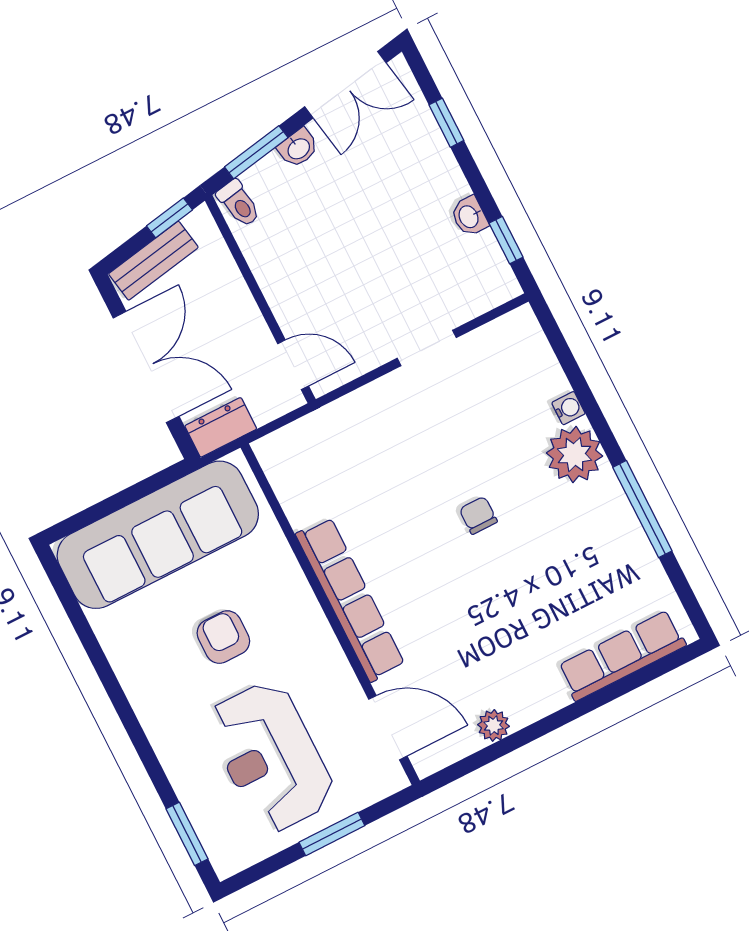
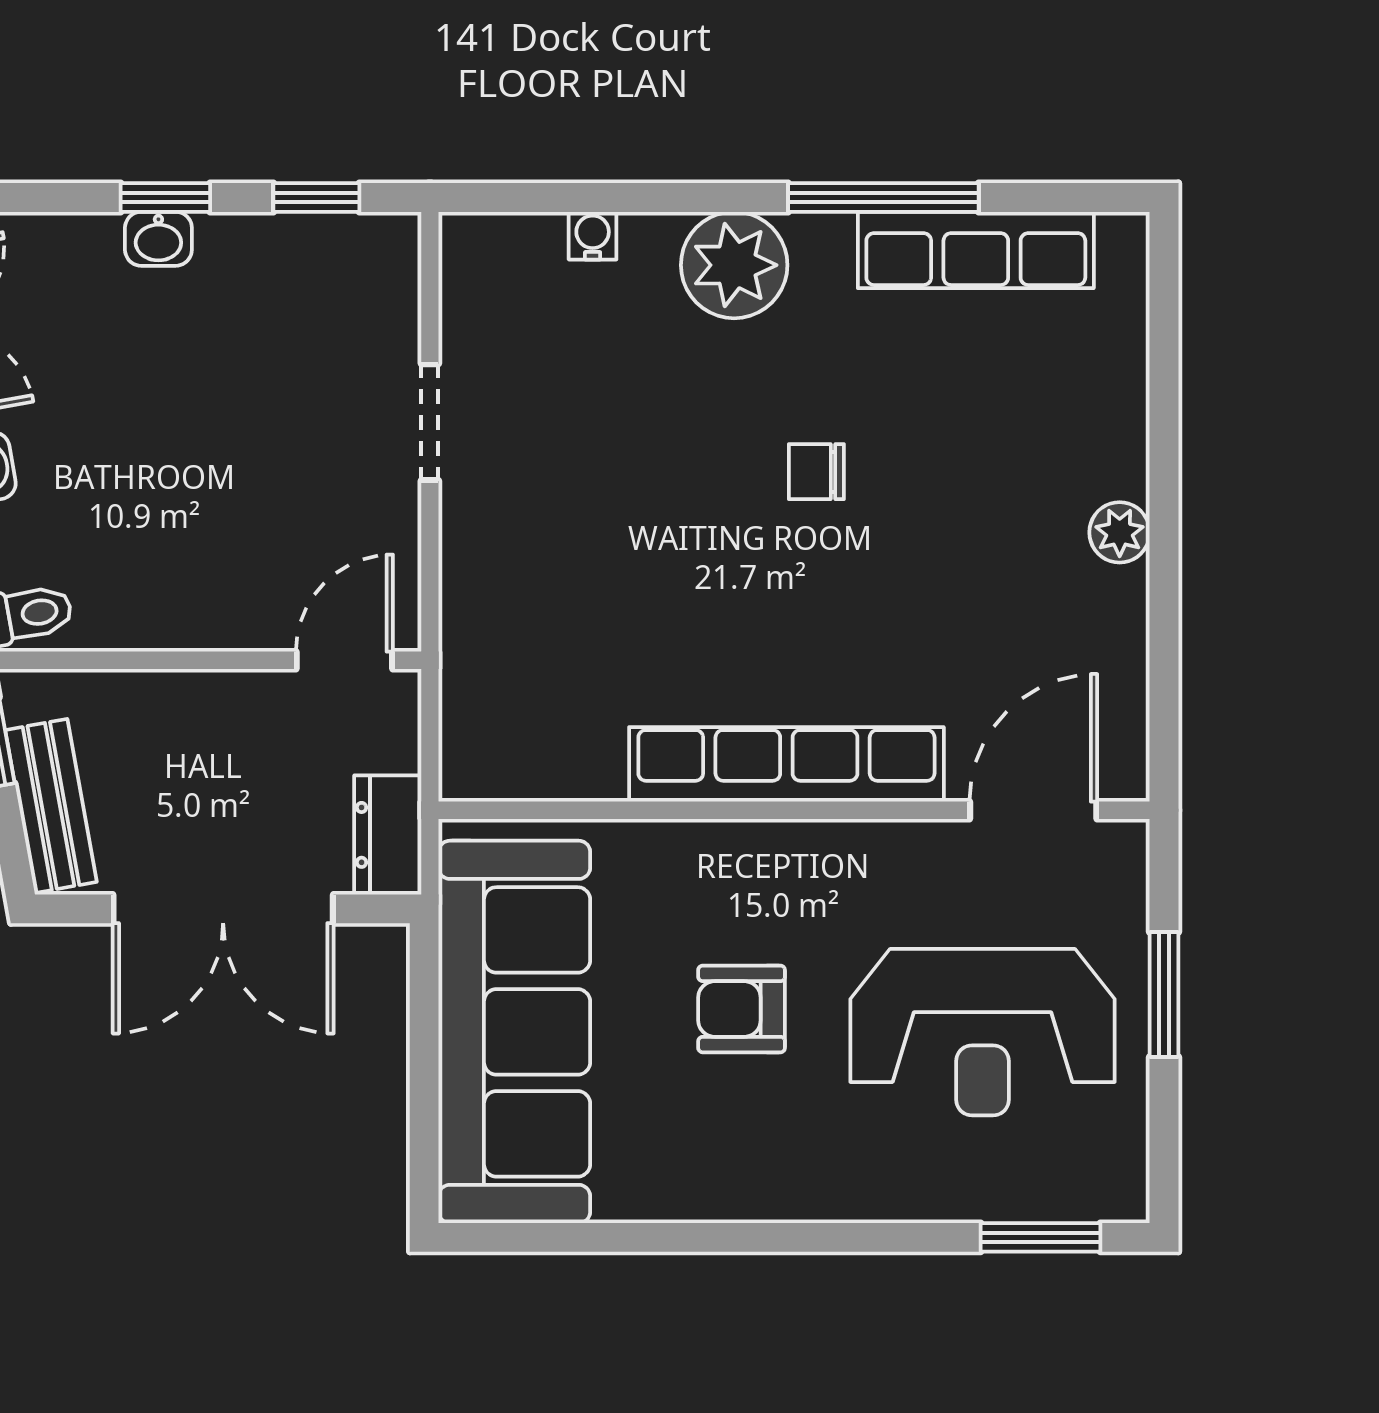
window: (446, 123) -> (165, 197), moved
washbasin: (469, 216) -> (158, 239), moved
double door: (146, 367) -> (223, 909), swing flipped
water cooler: (568, 408) -> (593, 236), moved
chair: (478, 515) -> (816, 472), moved
row of seats: (622, 656) -> (976, 250), moved, turned -90
plant: (494, 725) -> (1120, 532), moved

